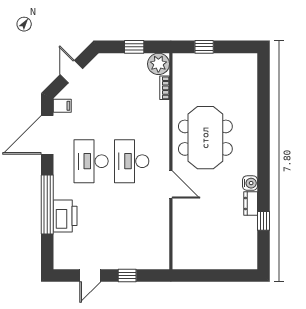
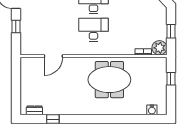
water cooler: (250, 183) -> (152, 110), moved
door: (171, 185) -> (53, 56), moved
dresser: (251, 203) -> (34, 110), moved

